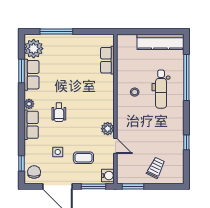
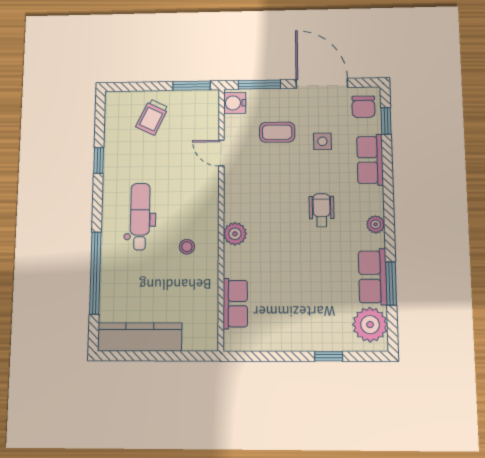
window: (56, 32) -> (329, 356), width x0.46
dental chair: (161, 89) -> (140, 217), moved
row of seats: (31, 125) -> (370, 160), moved
plant: (108, 129) -> (235, 234), moved

